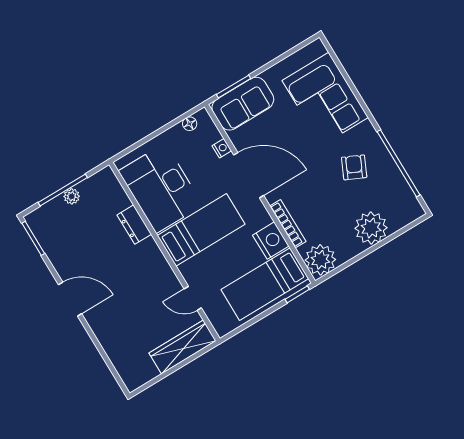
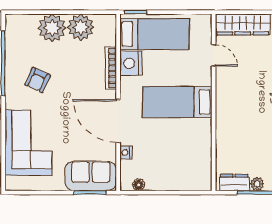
desk: (161, 188) -> (188, 151), removed
dresser: (134, 225) -> (234, 182), moved, turned -90
plant: (320, 260) -> (81, 27), moved

